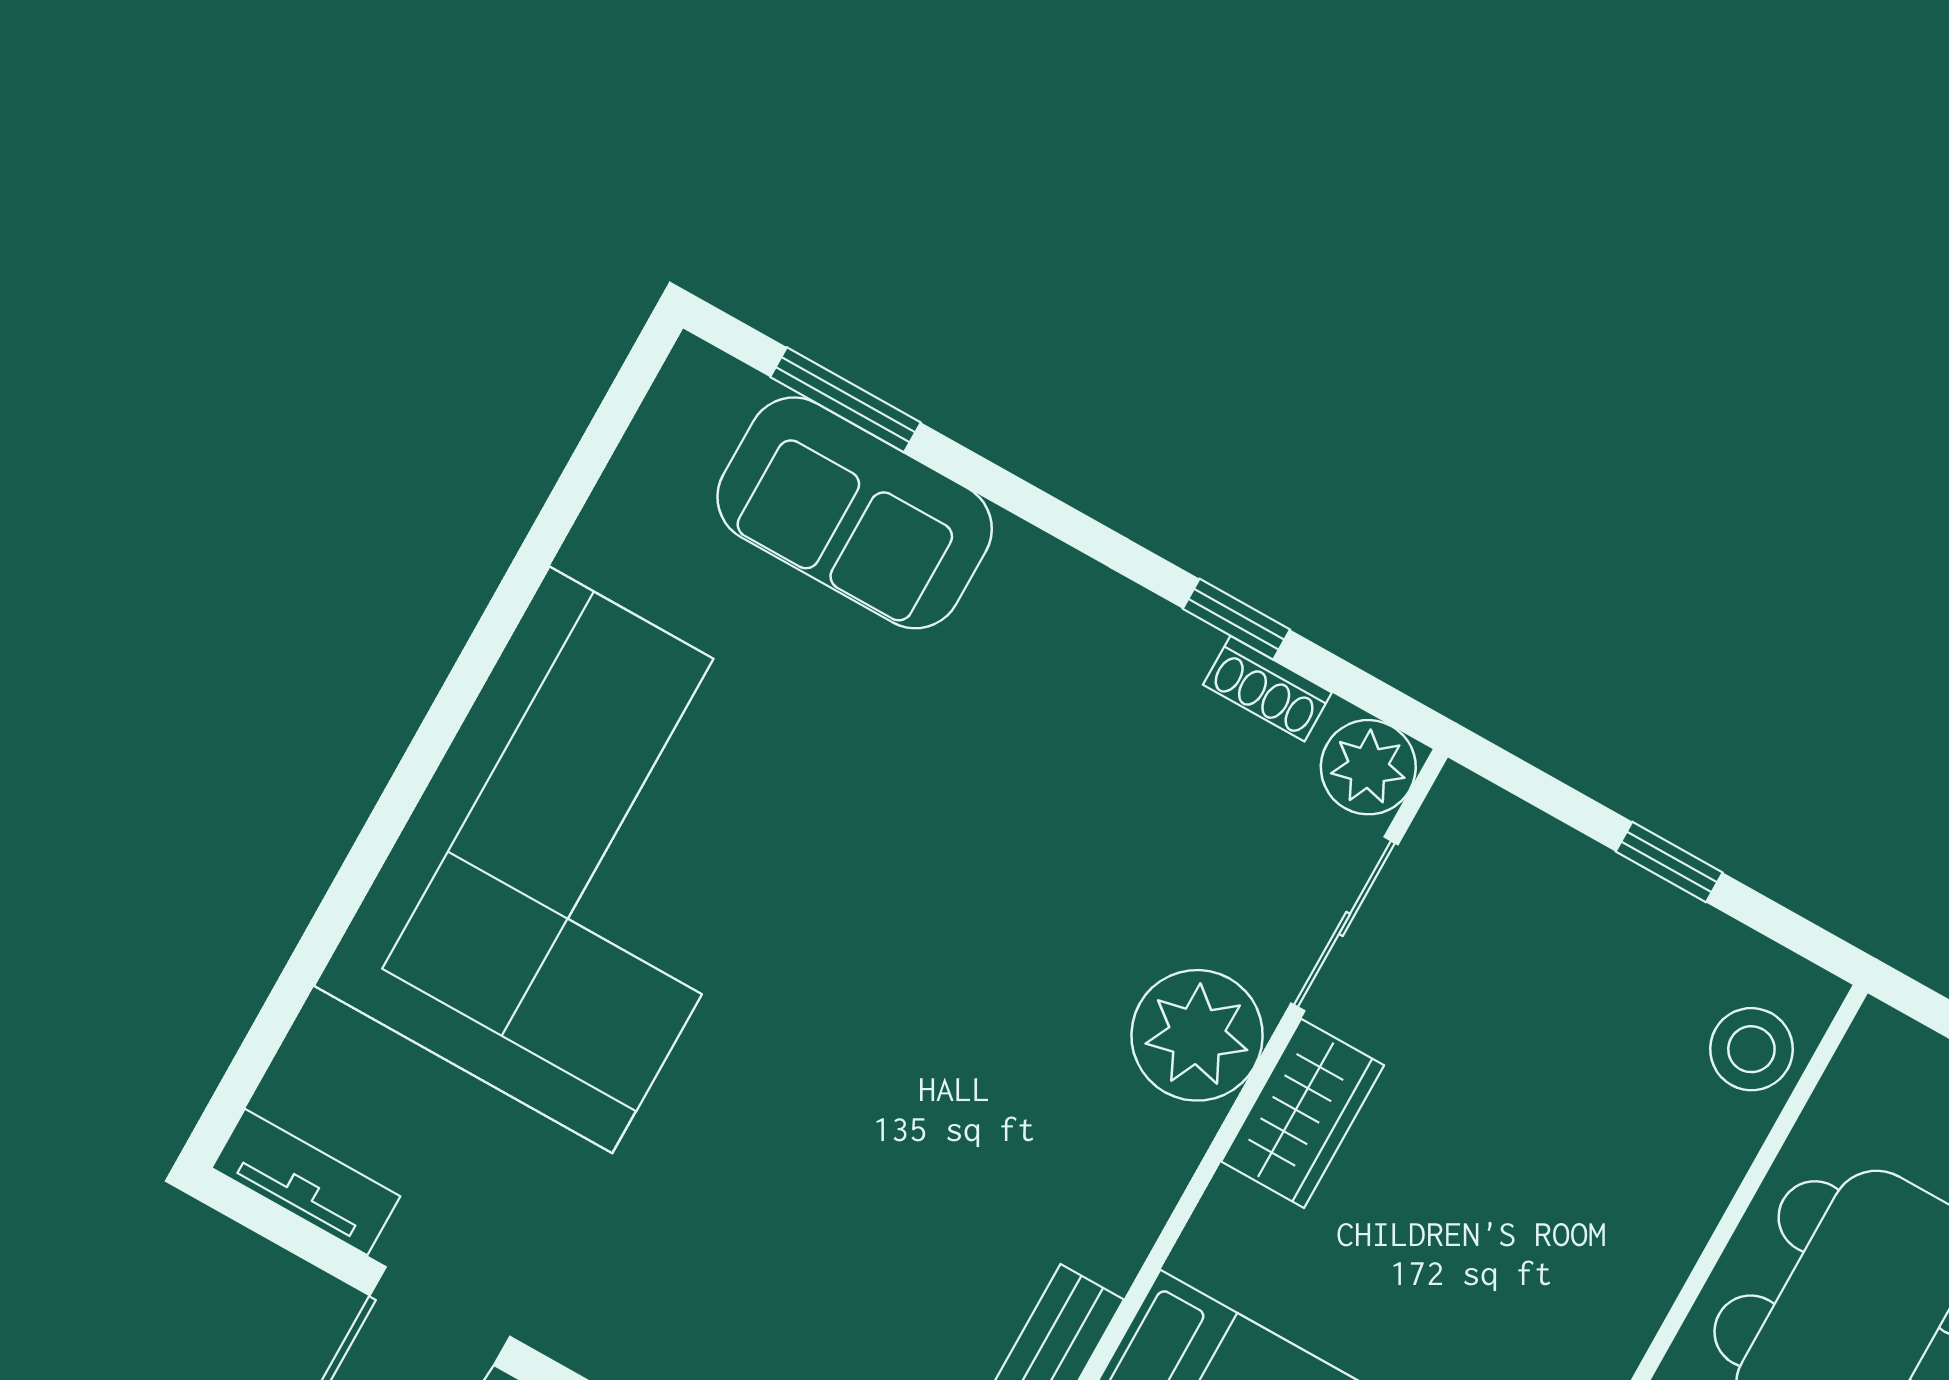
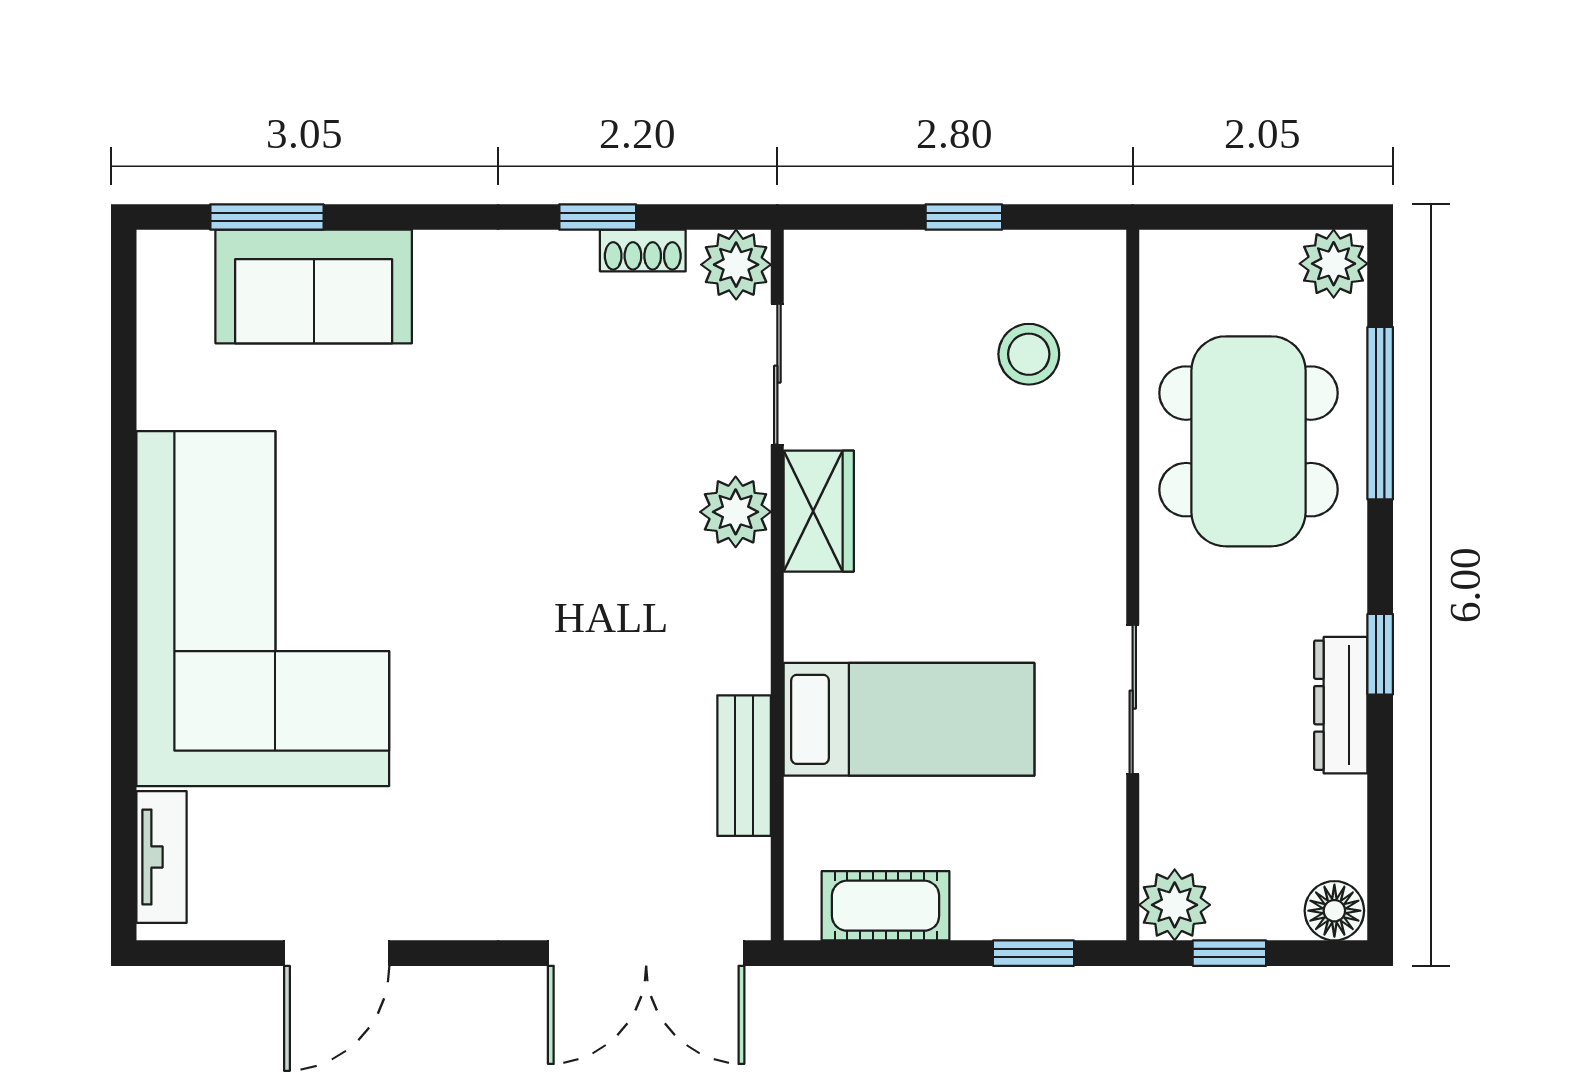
plant: (1197, 1035) -> (736, 512), width x0.73, depth x0.73
stool: (1751, 1049) -> (1029, 354), moved
tv unit: (306, 1182) -> (162, 857), moved, turned 90

